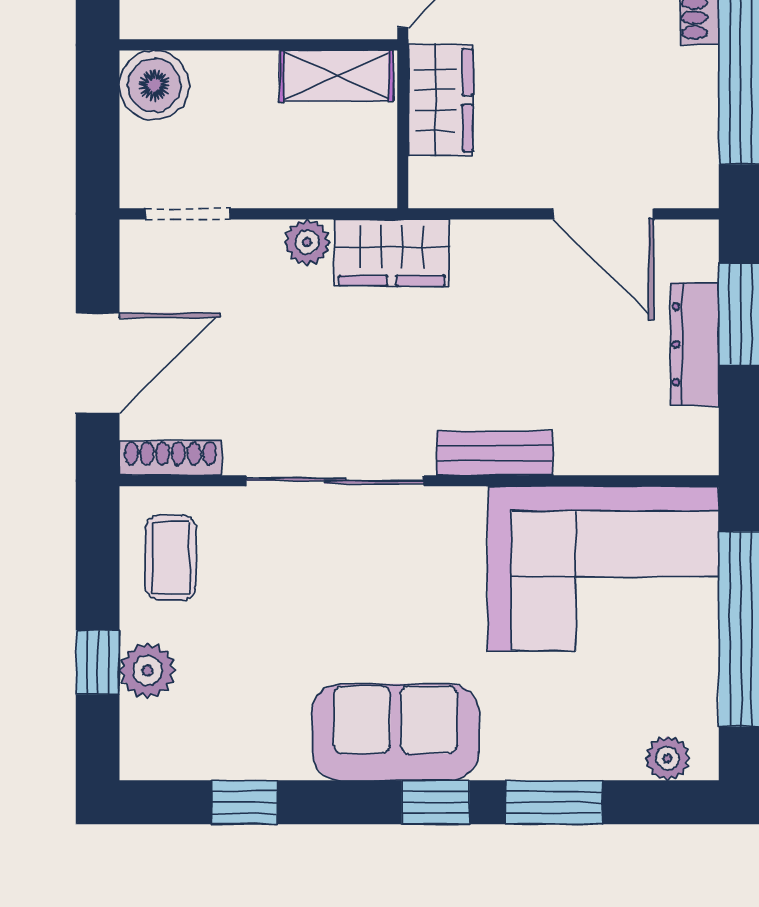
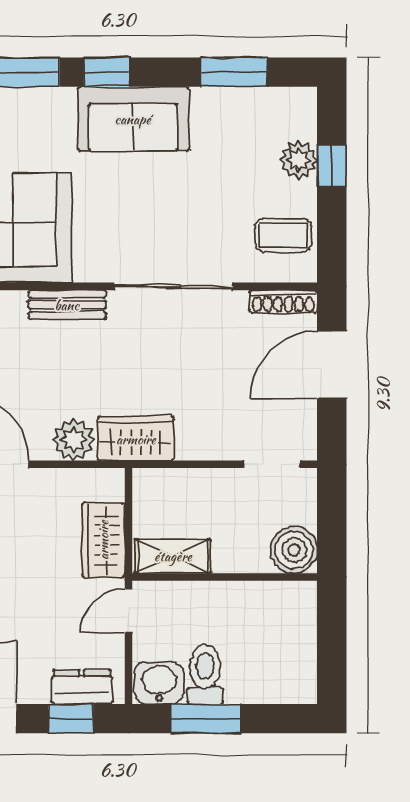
plant: (307, 242) -> (74, 440), moved, width x1.38, depth x1.38
coffee table: (171, 558) -> (283, 235), turned 90
window: (244, 802) -> (234, 72), width x1.50

